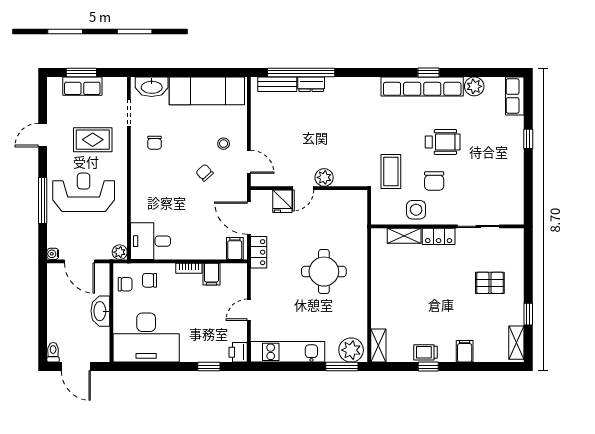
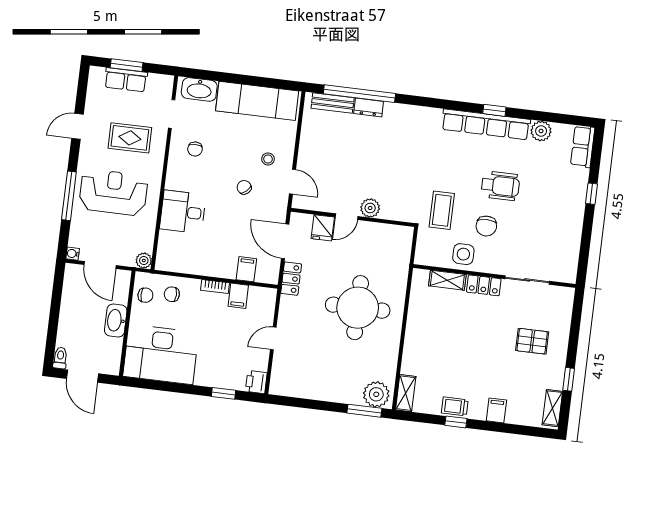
desk: (150, 241) -> (183, 212), moved
filing cabinet: (235, 249) -> (246, 269), moved
round table: (324, 272) -> (358, 308), width x1.36, depth x1.36
kitchen unit: (288, 352) -> (309, 388), removed

